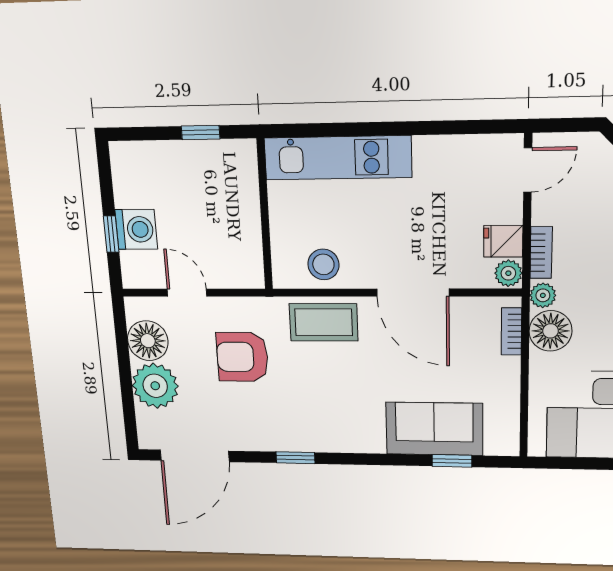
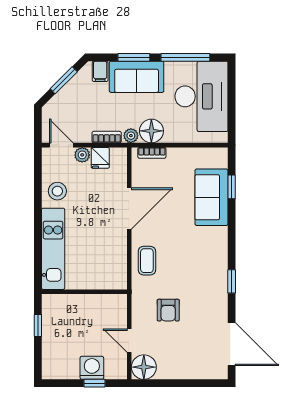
stool: (323, 264) -> (57, 191), moved
plant: (508, 273) -> (82, 155), moved
door: (187, 293) -> (129, 341), hinge flipped
coffee table: (324, 322) -> (147, 261), width x0.73, depth x0.77
floor lamp: (148, 341) -> (144, 367), moved
armchair: (242, 357) -> (168, 310), width x0.72, depth x0.72
plant: (155, 386) -> (187, 365), removed

